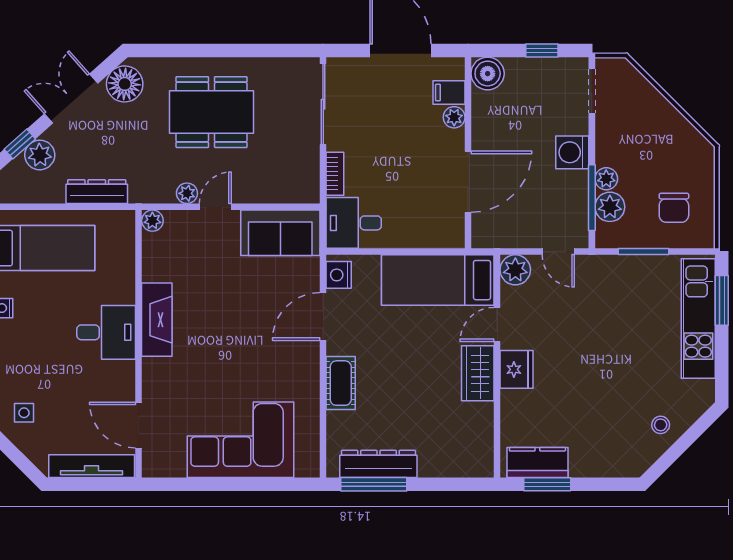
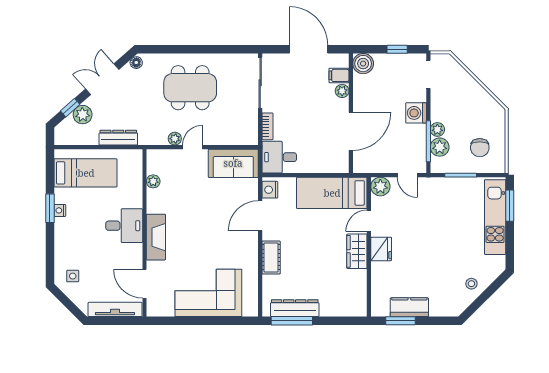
floor lamp: (125, 84) -> (136, 63), width x0.53, depth x0.53
plant: (152, 221) -> (153, 181), moved
fireplace: (157, 320) -> (156, 237), moved
kitchen counter: (537, 463) -> (409, 307), moved

